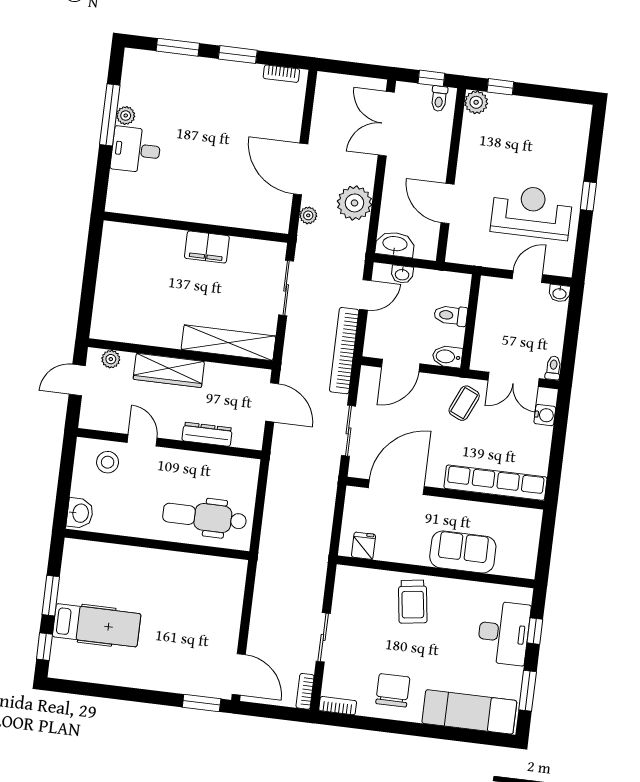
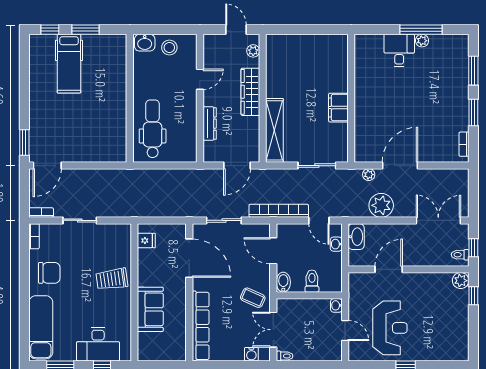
washbasin: (560, 293) -> (336, 305), moved
stool: (108, 462) -> (169, 48), moved

